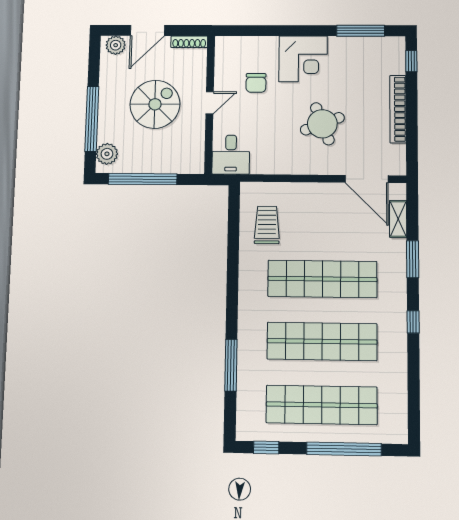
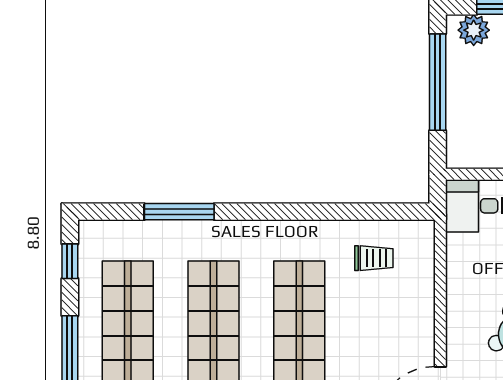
trolley: (267, 225) -> (374, 258), width x0.73, depth x0.72

